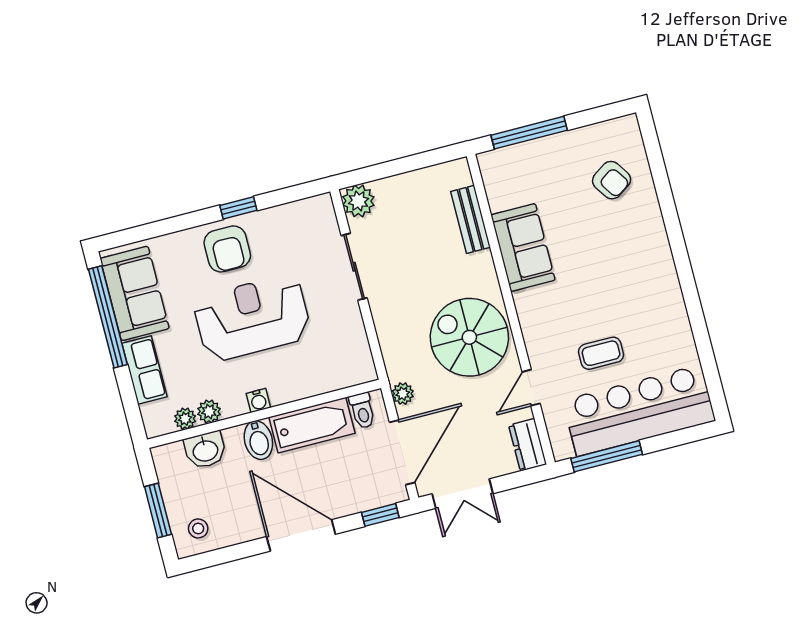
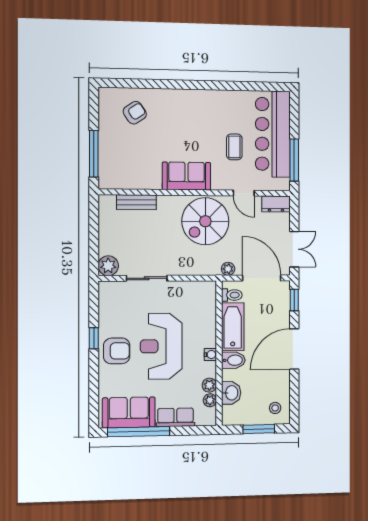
sofa: (523, 248) -> (186, 176), moved

